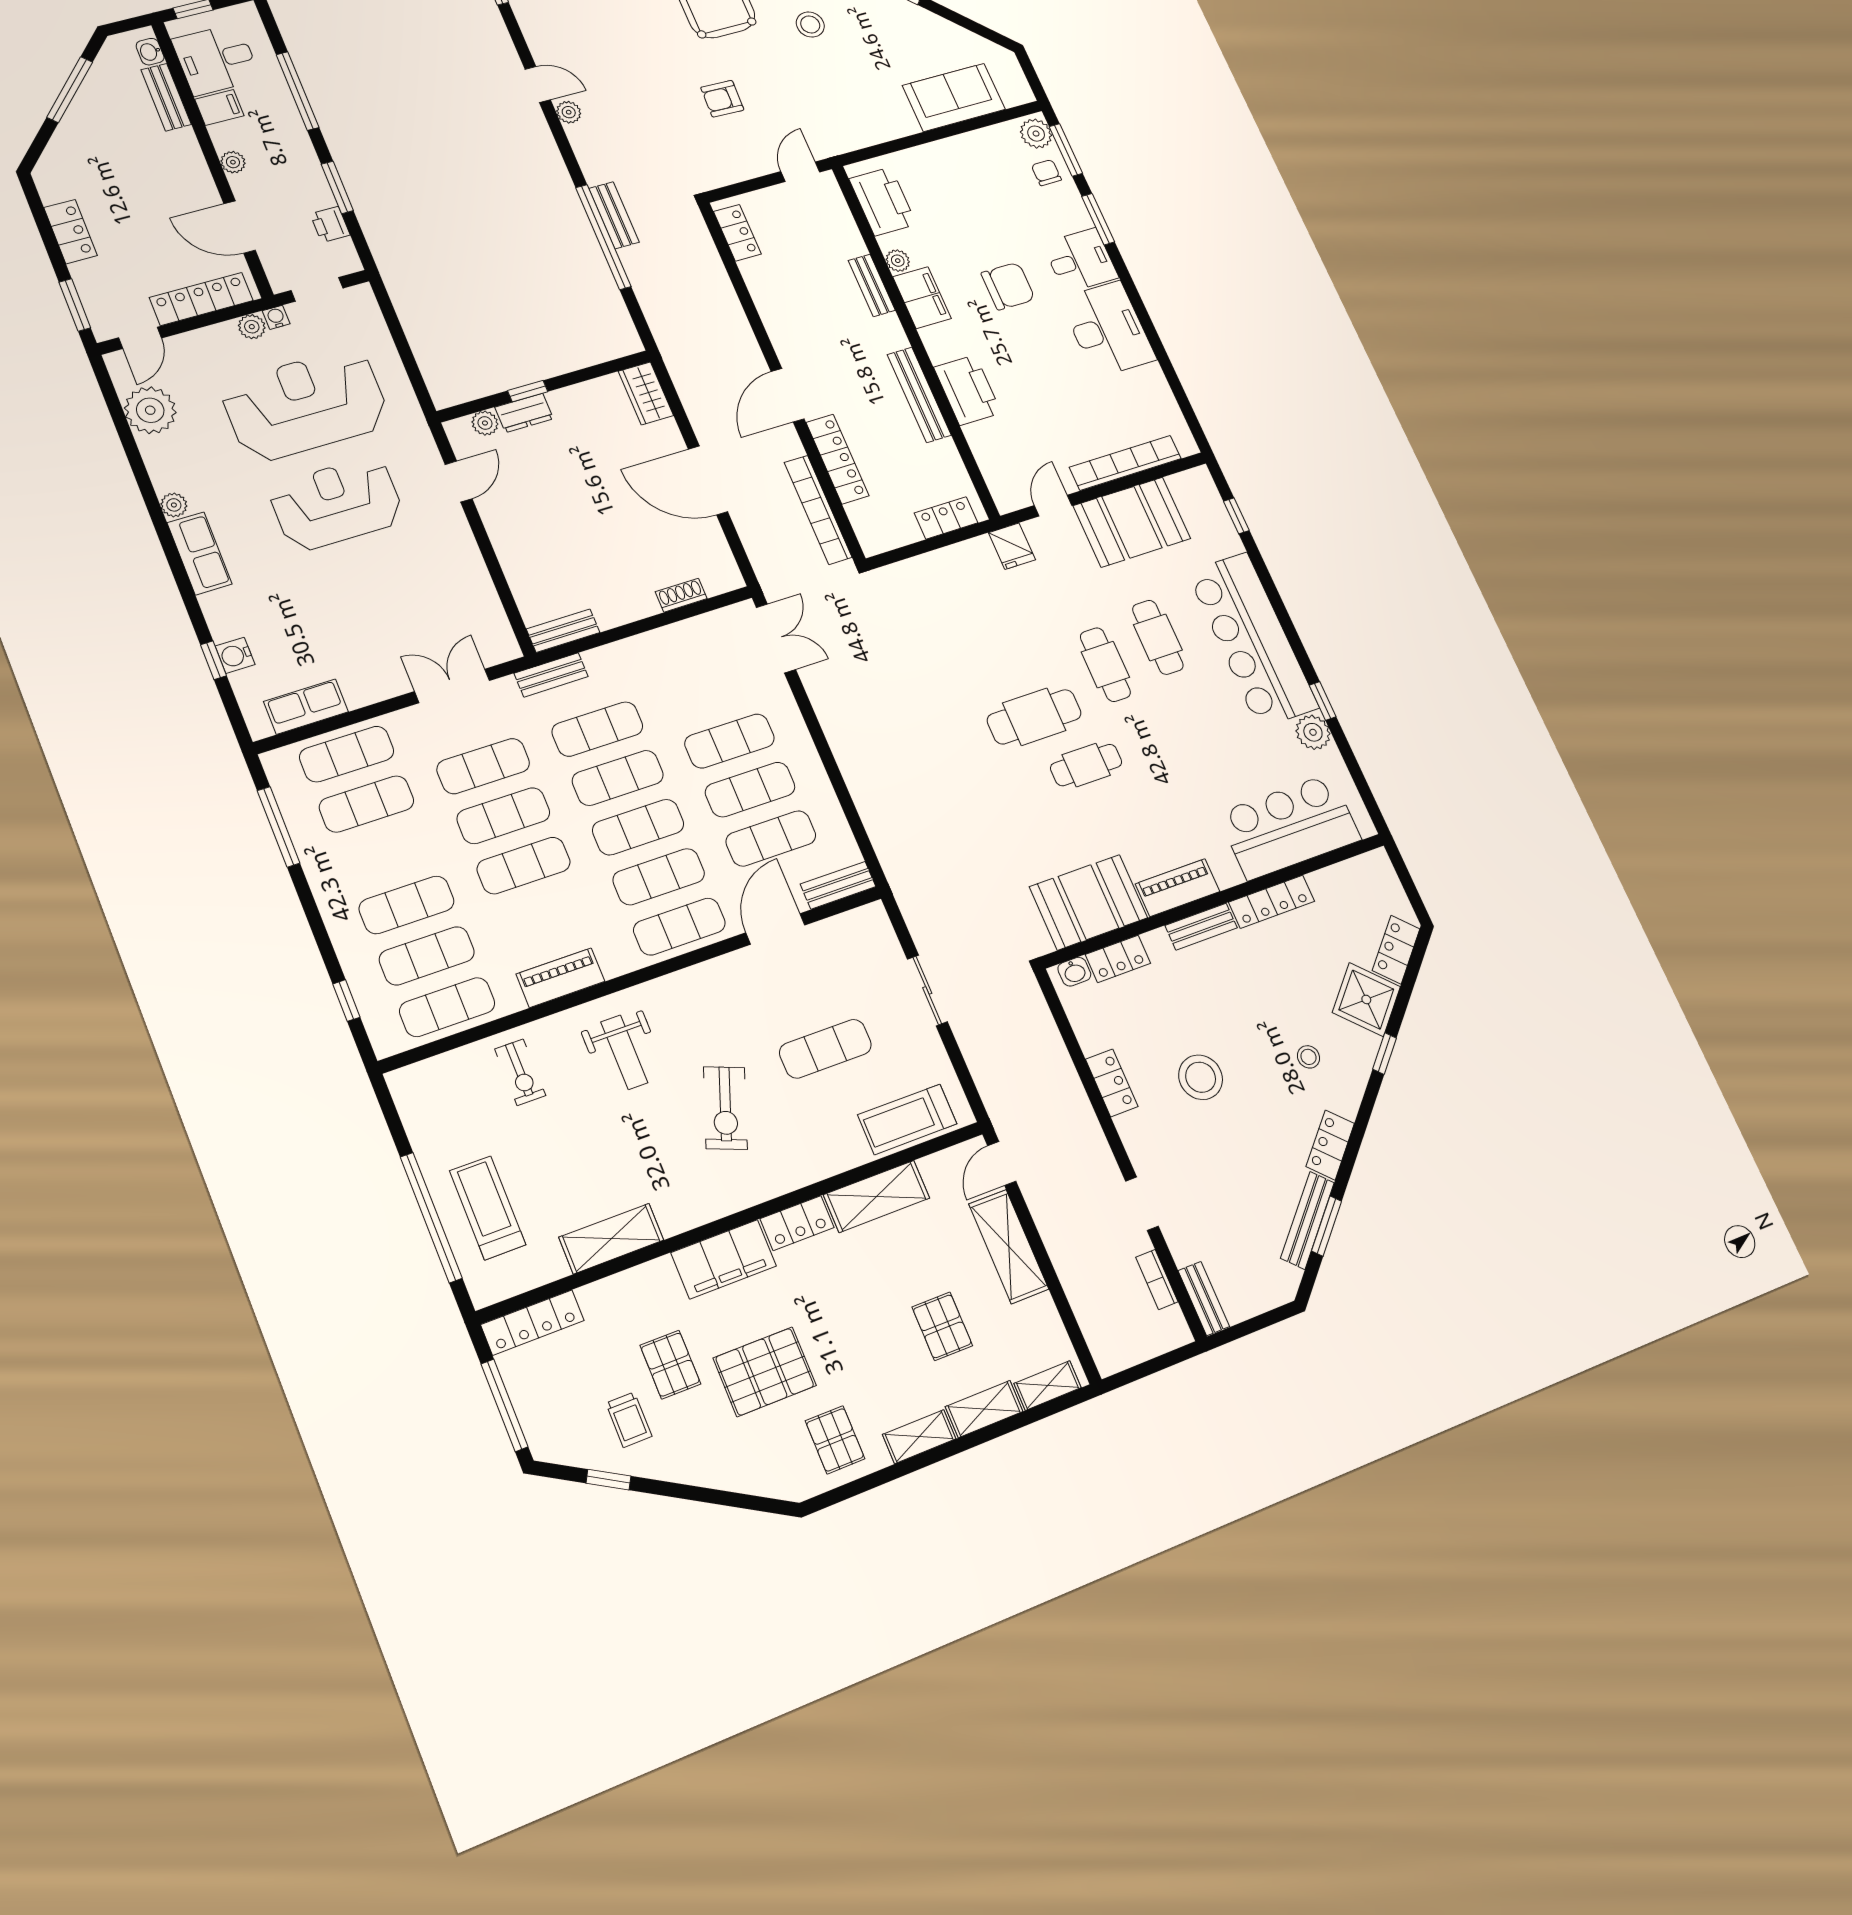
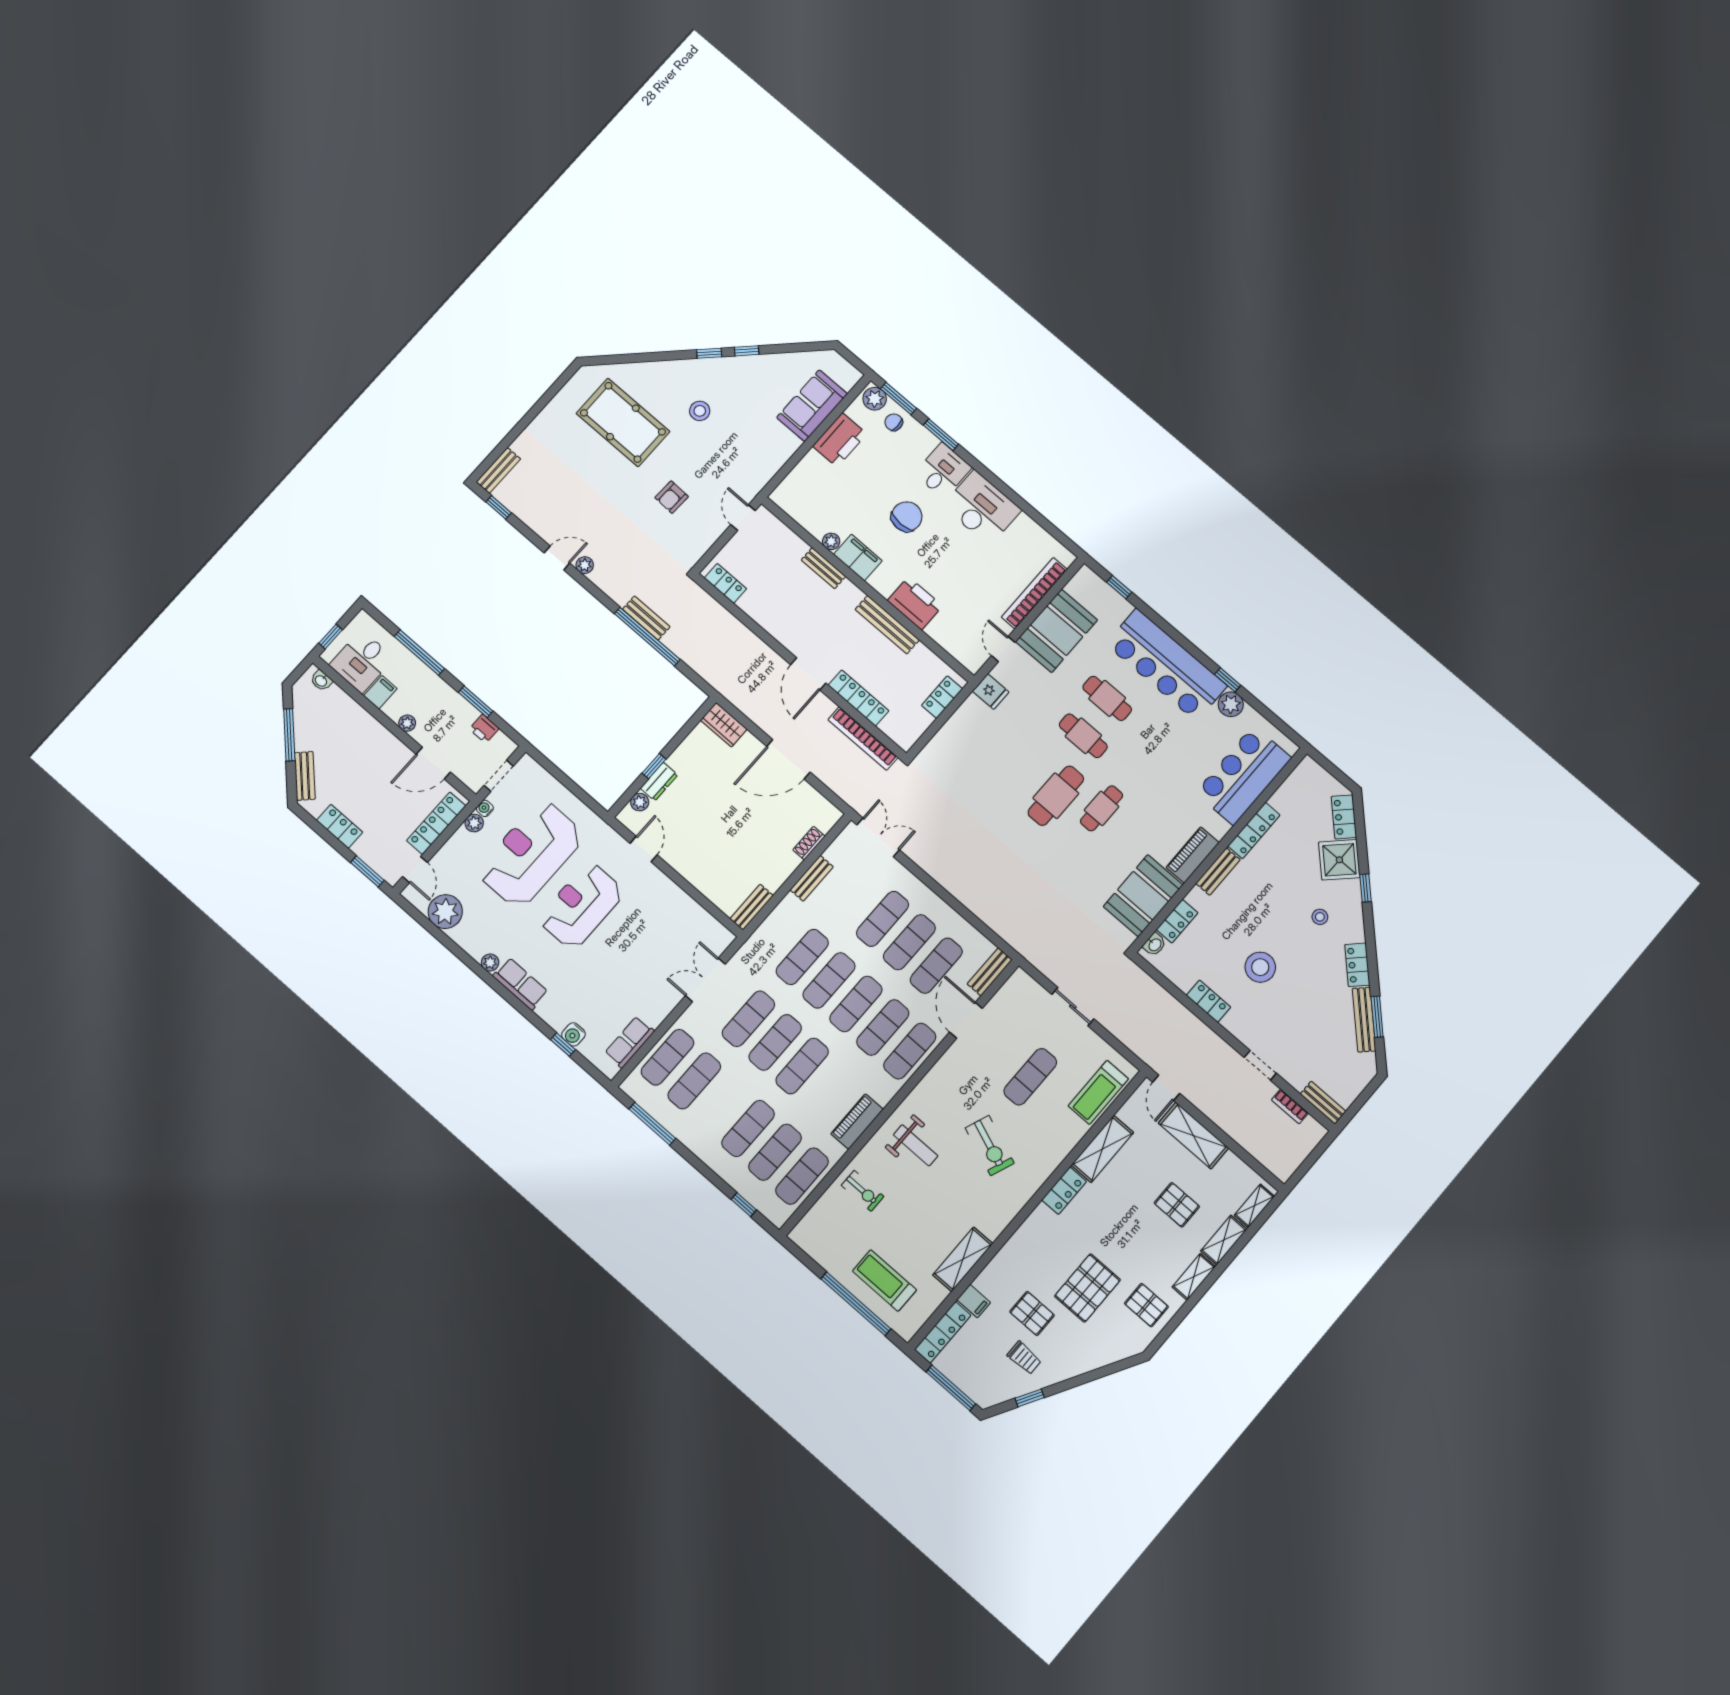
bench: (166, 97) -> (305, 776), moved, turned 45
printer: (883, 201) -> (840, 440), moved, turned 90
bench: (551, 675) -> (812, 878), moved
filing cabinet: (724, 1259) -> (974, 1301), moved, width x0.33, depth x0.86

